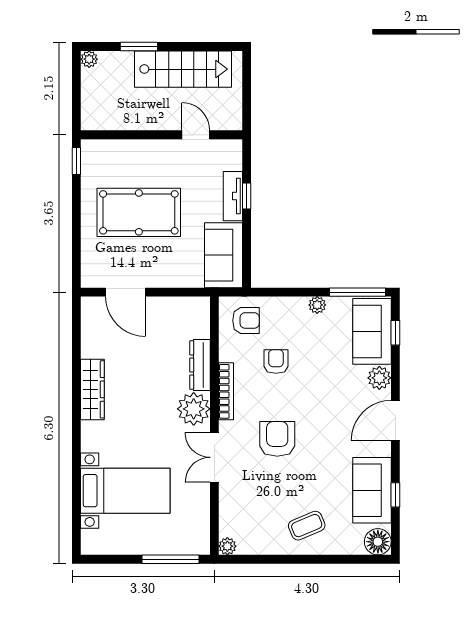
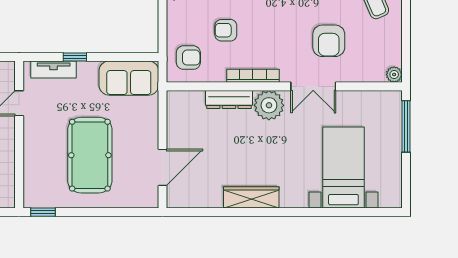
tv unit: (233, 196) -> (54, 69), moved
armchair: (246, 320) -> (188, 58), turned 90
armchair: (277, 439) -> (329, 41), moved, turned -90

